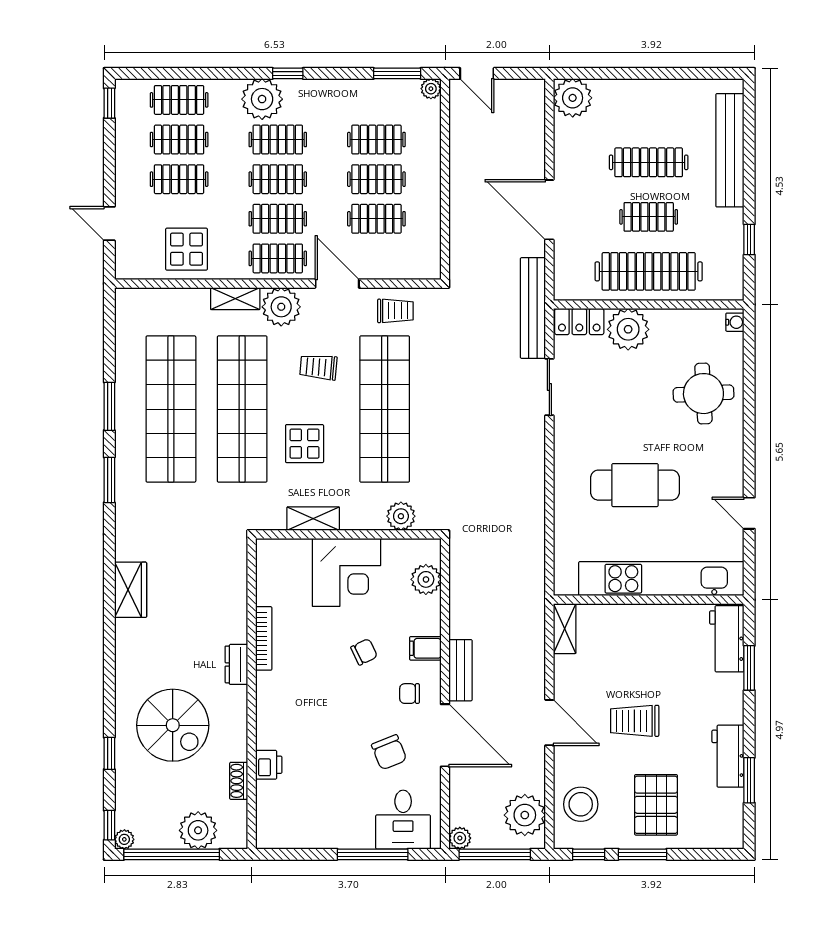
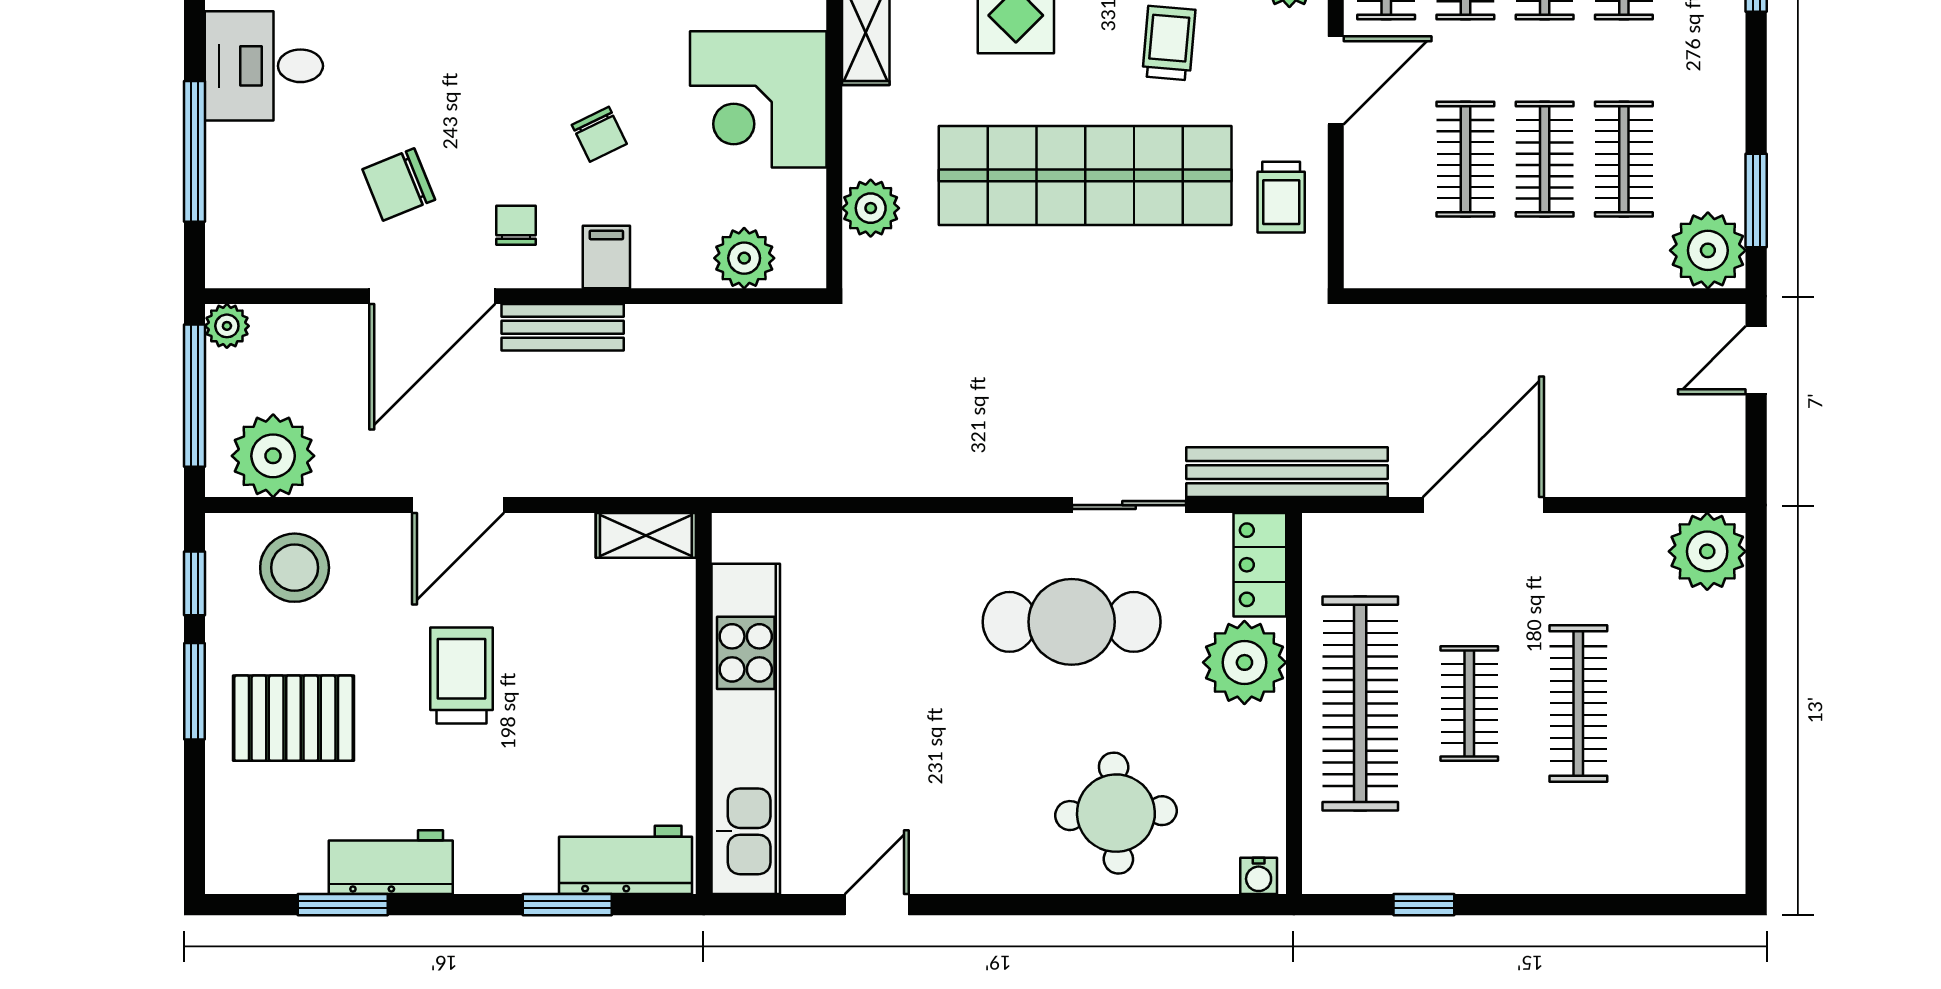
plant: (431, 89) -> (1708, 250), width x1.88, depth x1.88
bench: (730, 150) -> (1602, 866), removed
cafe table: (635, 485) -> (1072, 622), moved, turned 90
desk: (403, 820) -> (264, 66), moved

